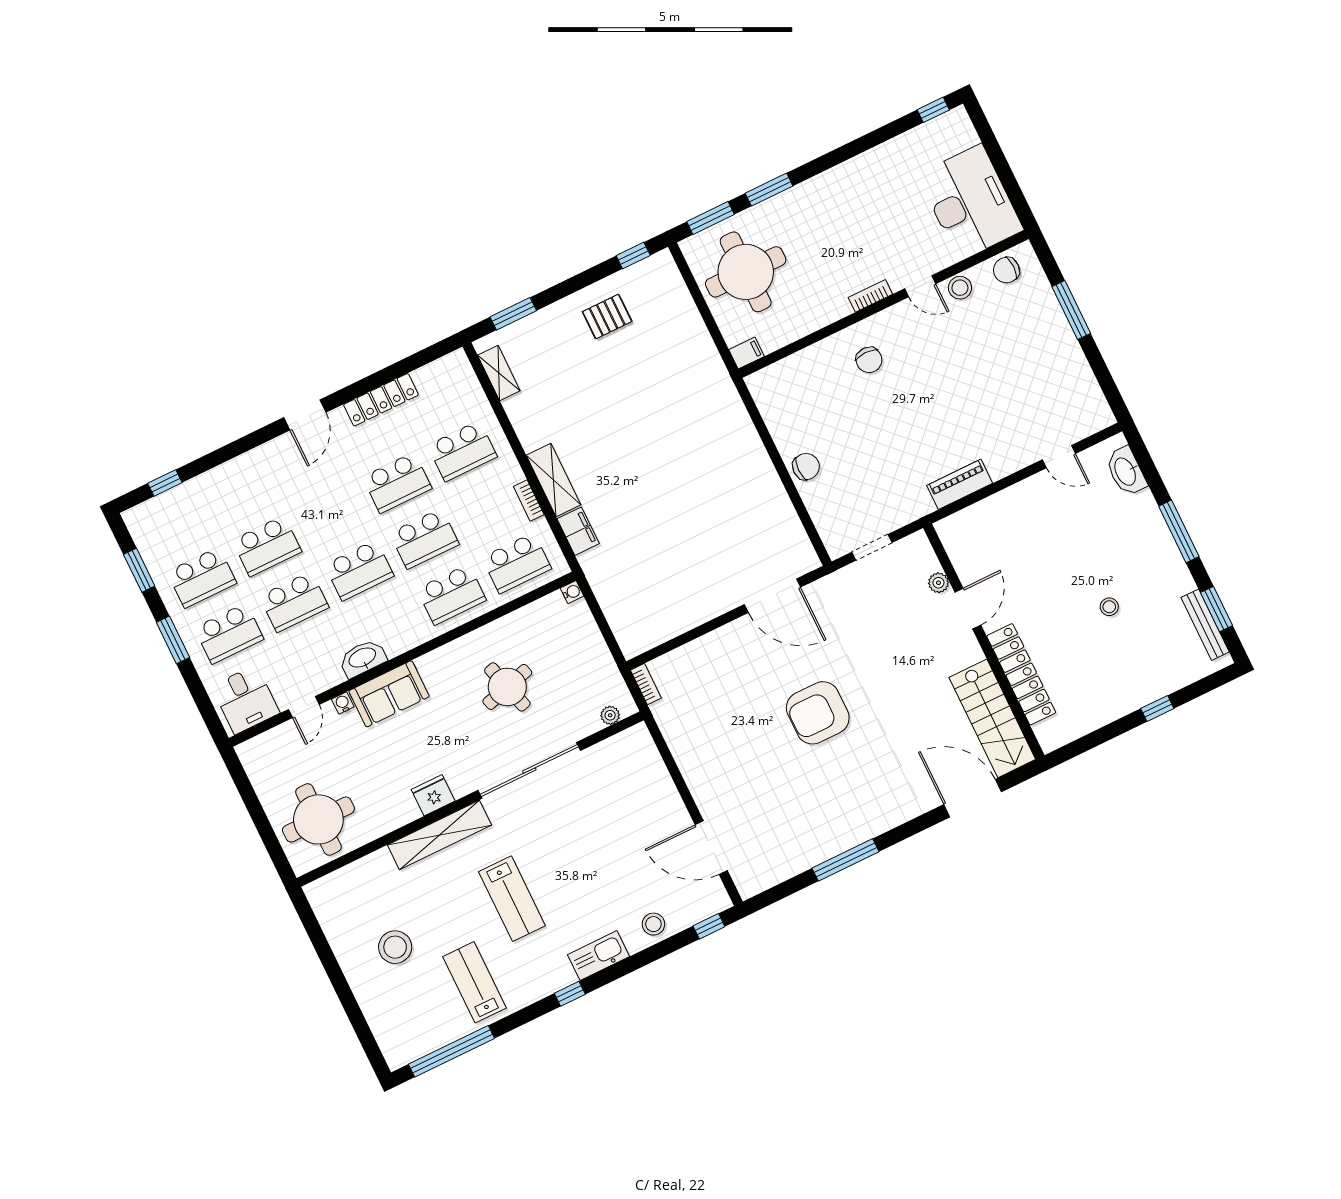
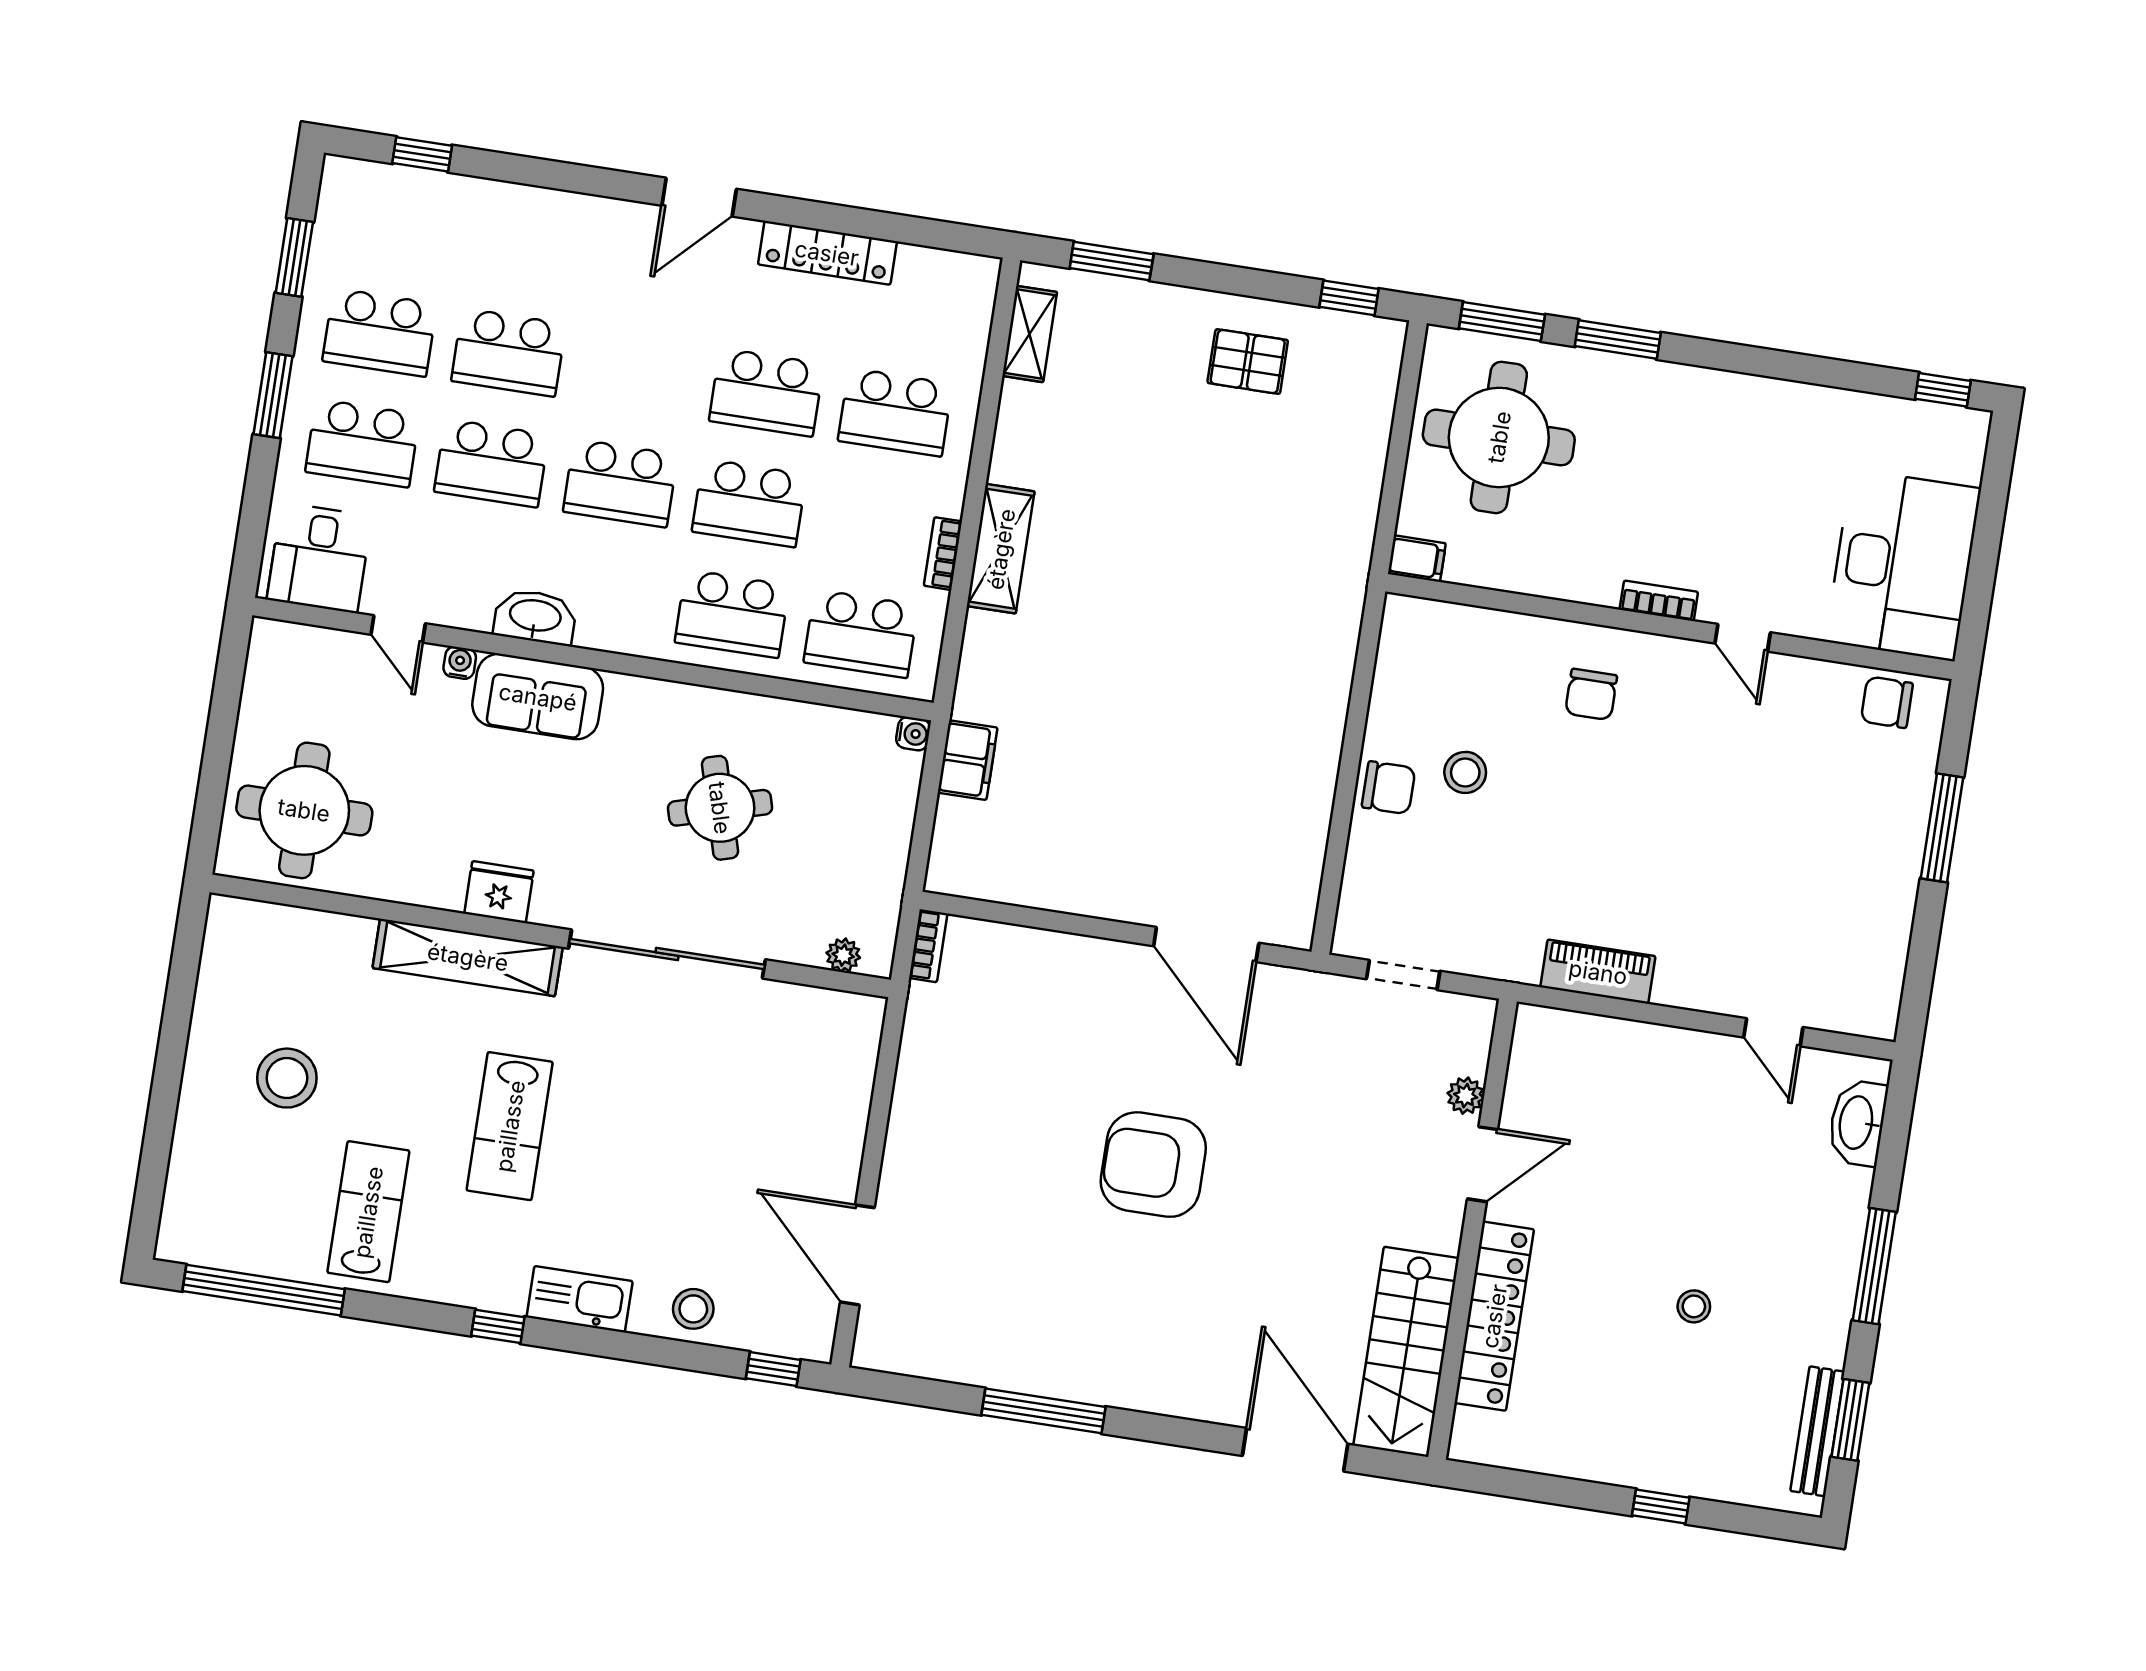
stool: (960, 288) -> (1465, 772), moved
filing cabinet: (578, 531) -> (968, 760), moved
door: (304, 707) -> (398, 629), hinge flipped

